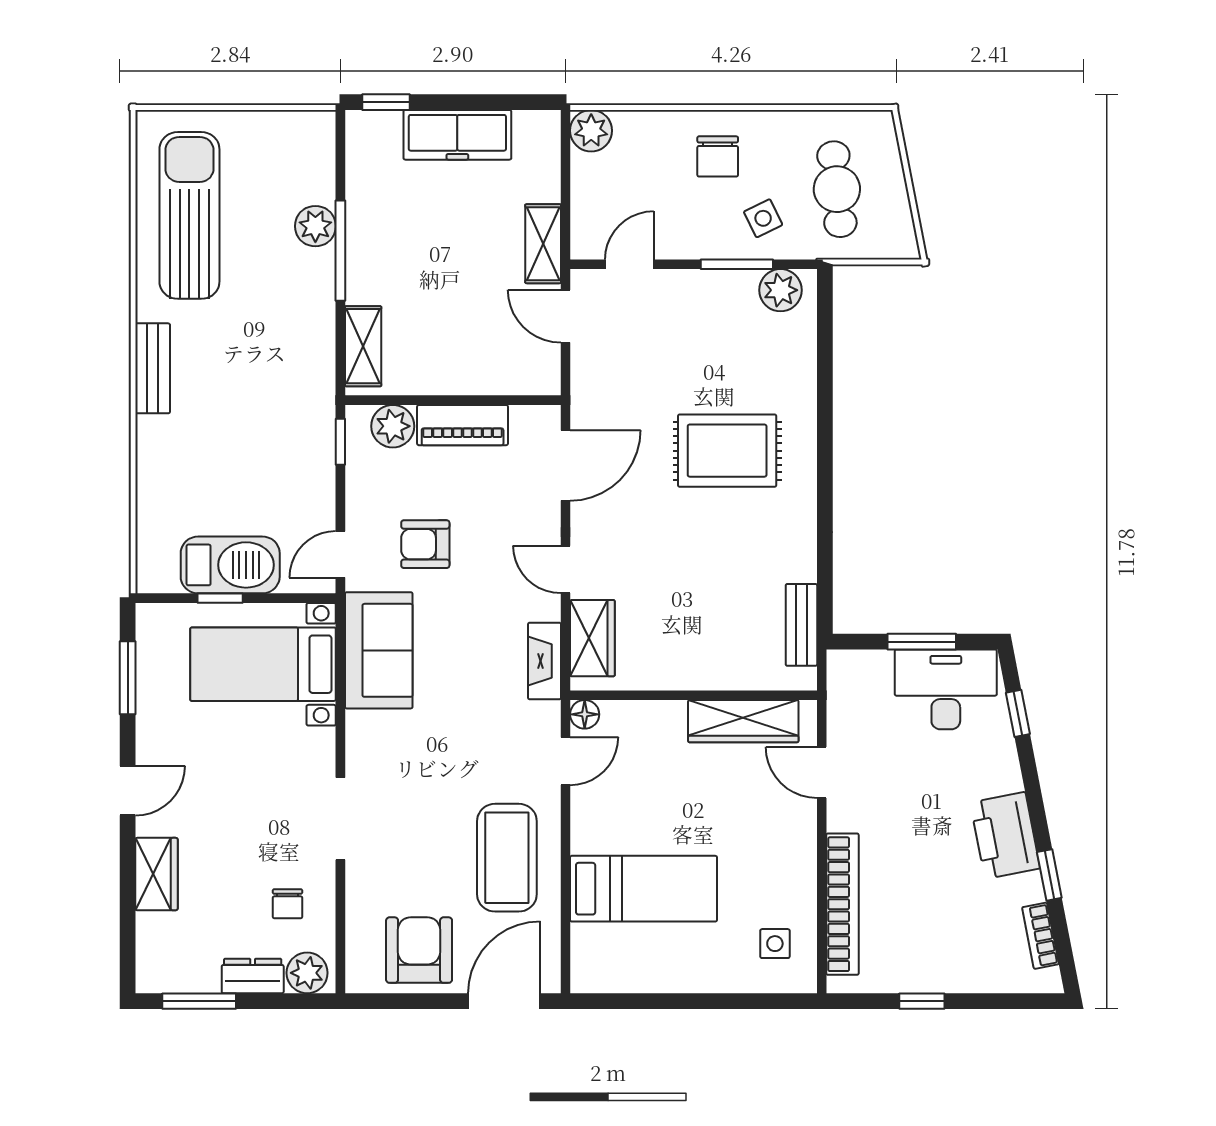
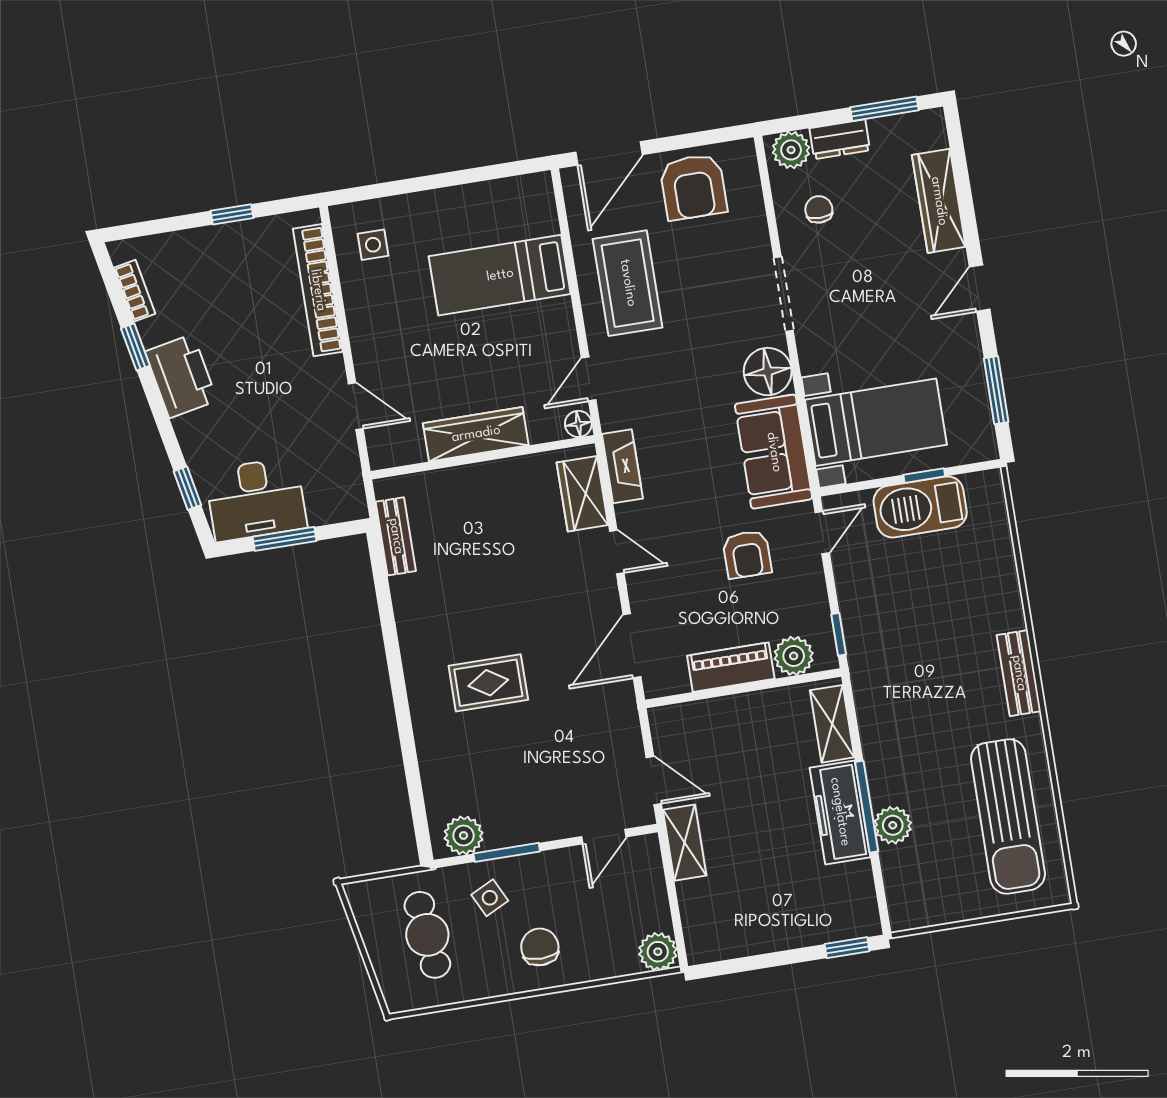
freezer: (457, 135) -> (840, 812), moved, turned -90
rug: (727, 451) -> (488, 683), width x0.73, depth x0.70
armchair: (425, 544) -> (747, 554), turned 90
wardrobe: (743, 721) -> (476, 434), moved
floor lamp: (371, 738) -> (768, 372), added
wardrobe: (156, 874) -> (939, 201), width x1.50

